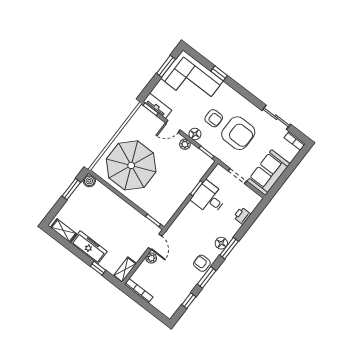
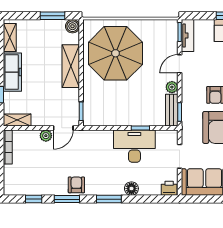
door: (173, 126) -> (180, 64), hinge flipped
floor lamp: (195, 134) -> (188, 89), removed
bench: (201, 157) -> (172, 110), added
desk: (209, 198) -> (134, 146), width x1.37
shelving: (116, 203) -> (71, 66), added
printer: (242, 216) -> (169, 188), moved
floor lamp: (221, 243) -> (131, 189), moved

